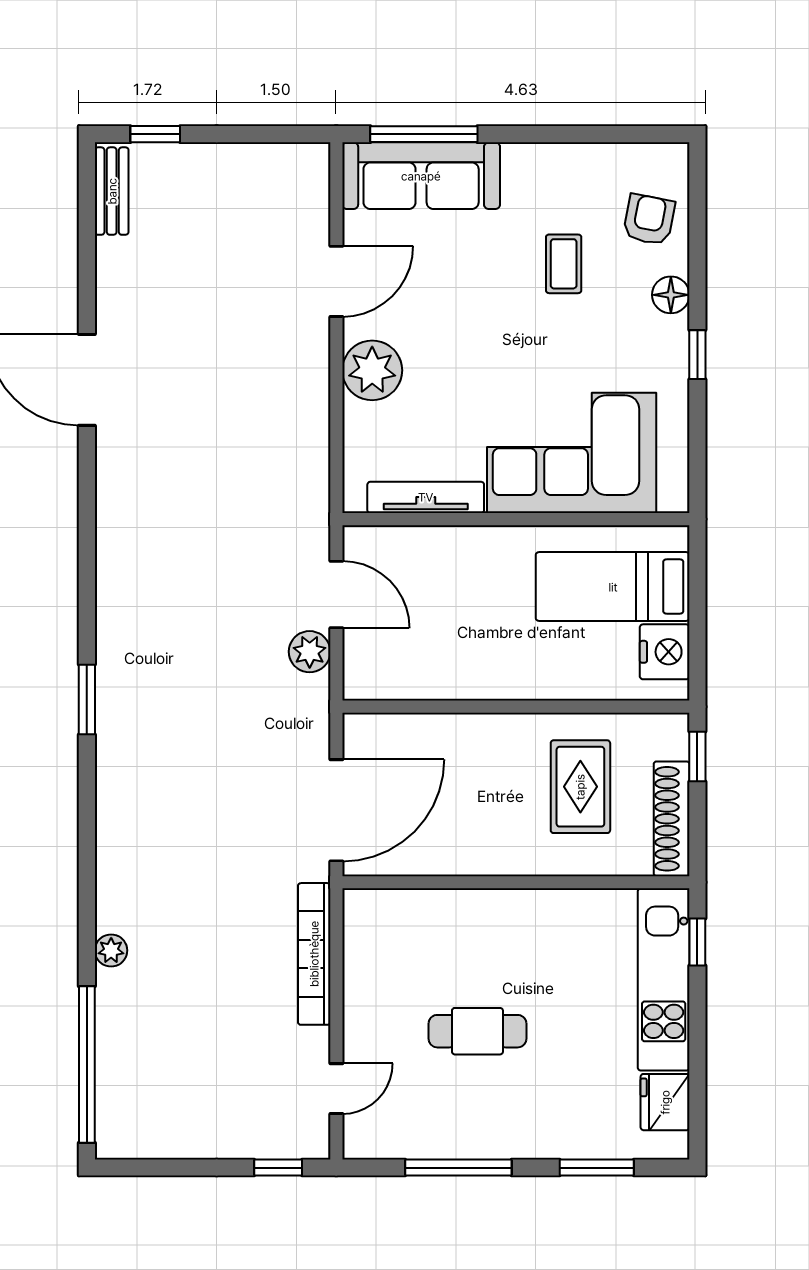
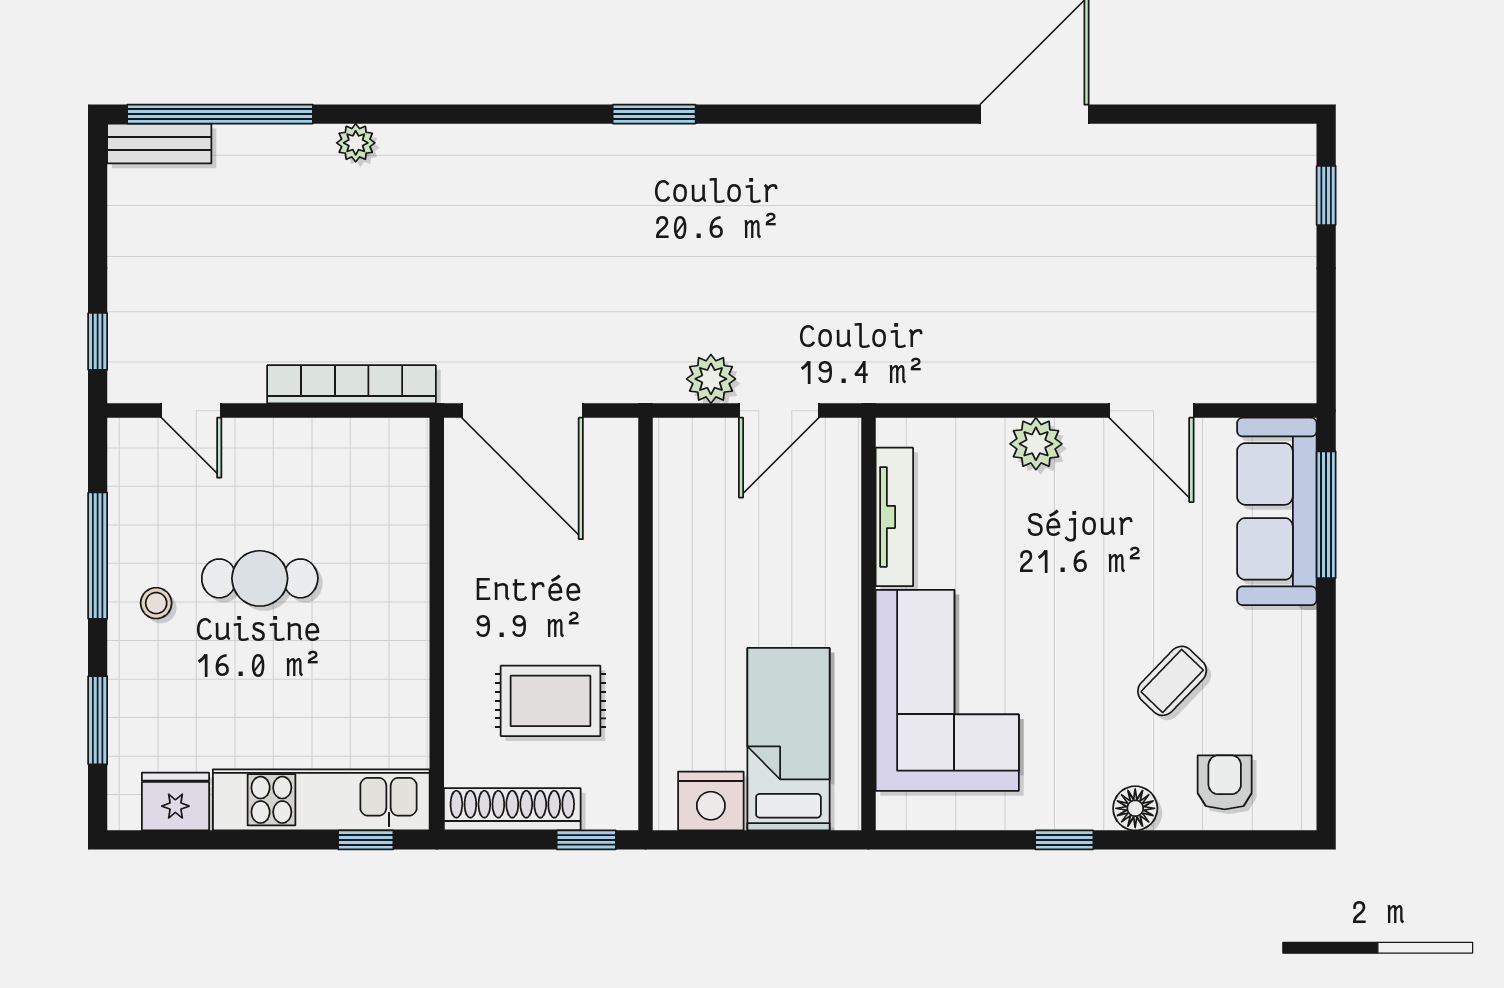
bench: (112, 191) -> (159, 144), moved
armchair: (649, 220) -> (1225, 782), turned -101
coffee table: (564, 264) -> (1172, 681), turned -46
plant: (372, 370) -> (1036, 444), width x0.73, depth x0.73
cafe table: (477, 1031) -> (260, 578), turned 90
stool: (498, 1118) -> (156, 603), added

